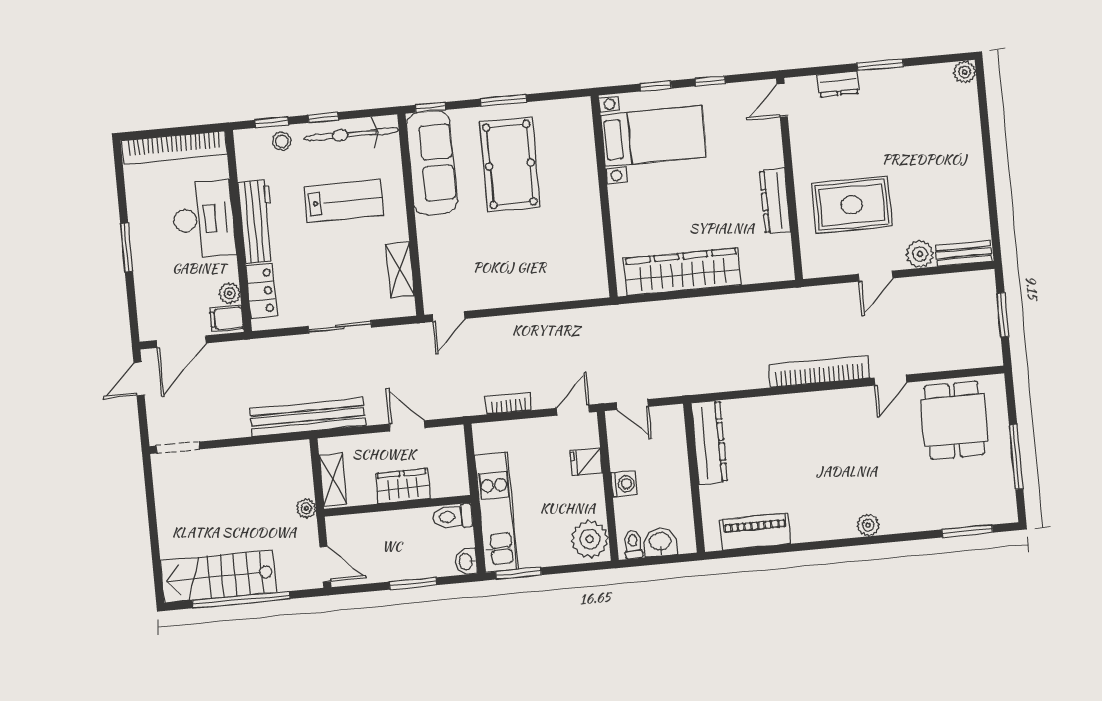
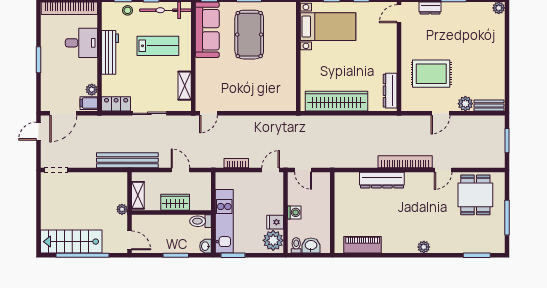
dresser: (775, 201) -> (390, 91), moved
desk: (204, 219) -> (81, 43), width x0.73
locker: (261, 291) -> (116, 104), moved, turned -90
dresser: (709, 443) -> (382, 180), moved, turned 90
fridge: (586, 462) -> (275, 222), moved

